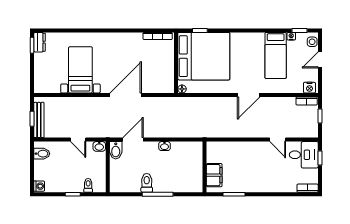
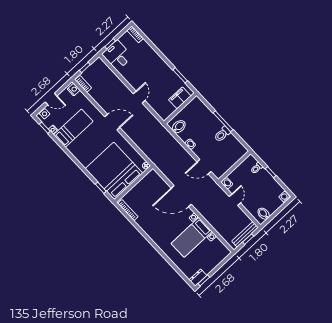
door: (278, 140) -> (139, 97), moved
bidet: (116, 150) -> (179, 127), moved

